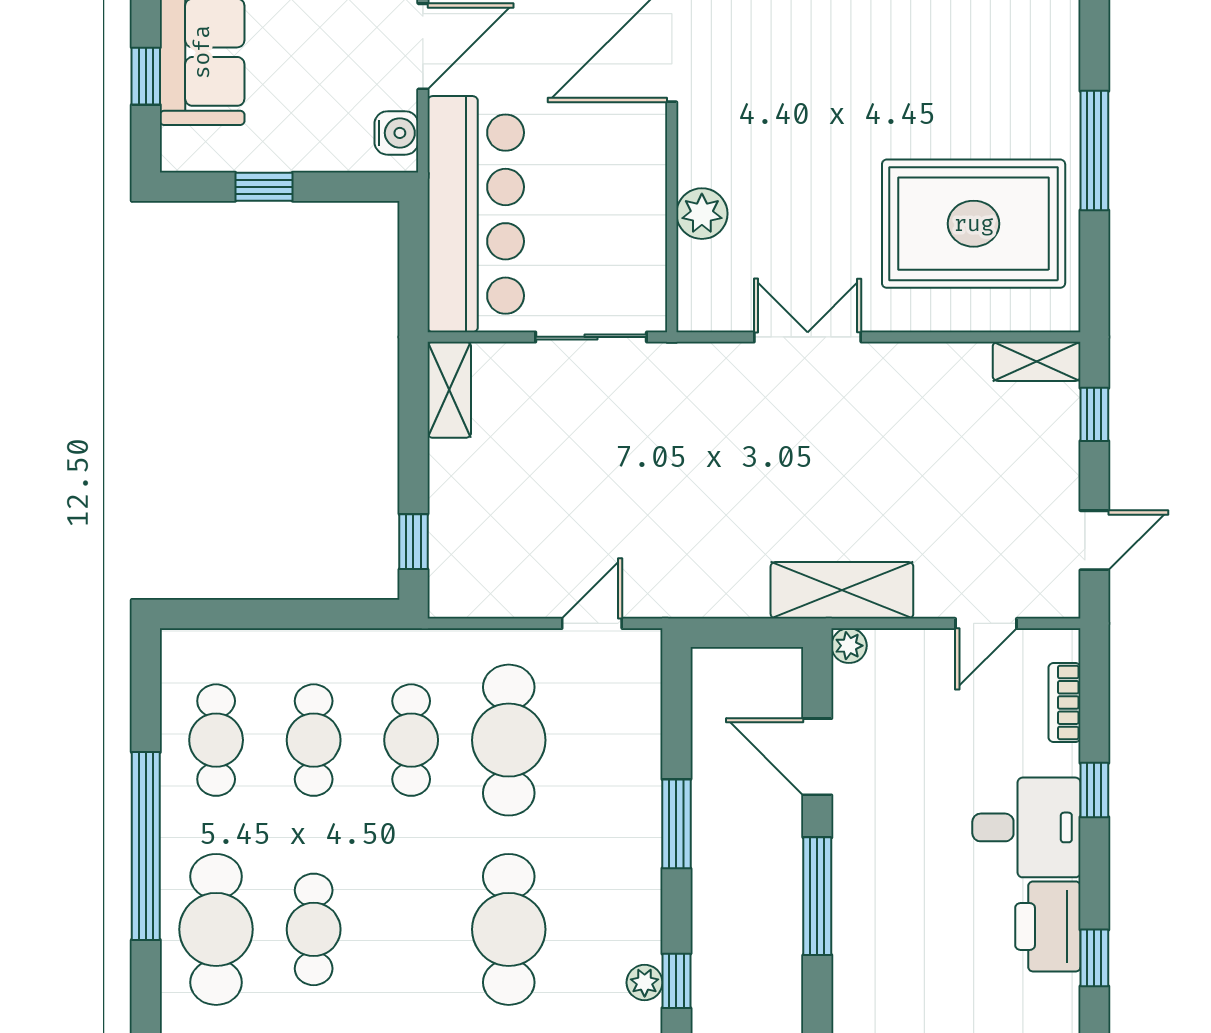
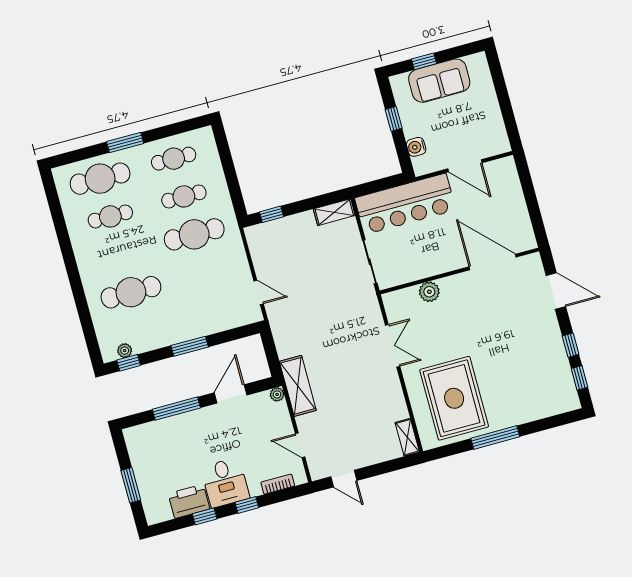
water cooler: (396, 133) -> (416, 147), moved, turned 90
window: (1094, 414) -> (393, 465), removed
cafe table: (411, 740) -> (194, 234), width x1.37, depth x1.35
cafe table: (509, 740) -> (204, 272), removed
window: (146, 846) -> (125, 142), width x0.47
window: (1094, 958) -> (205, 516), moved

